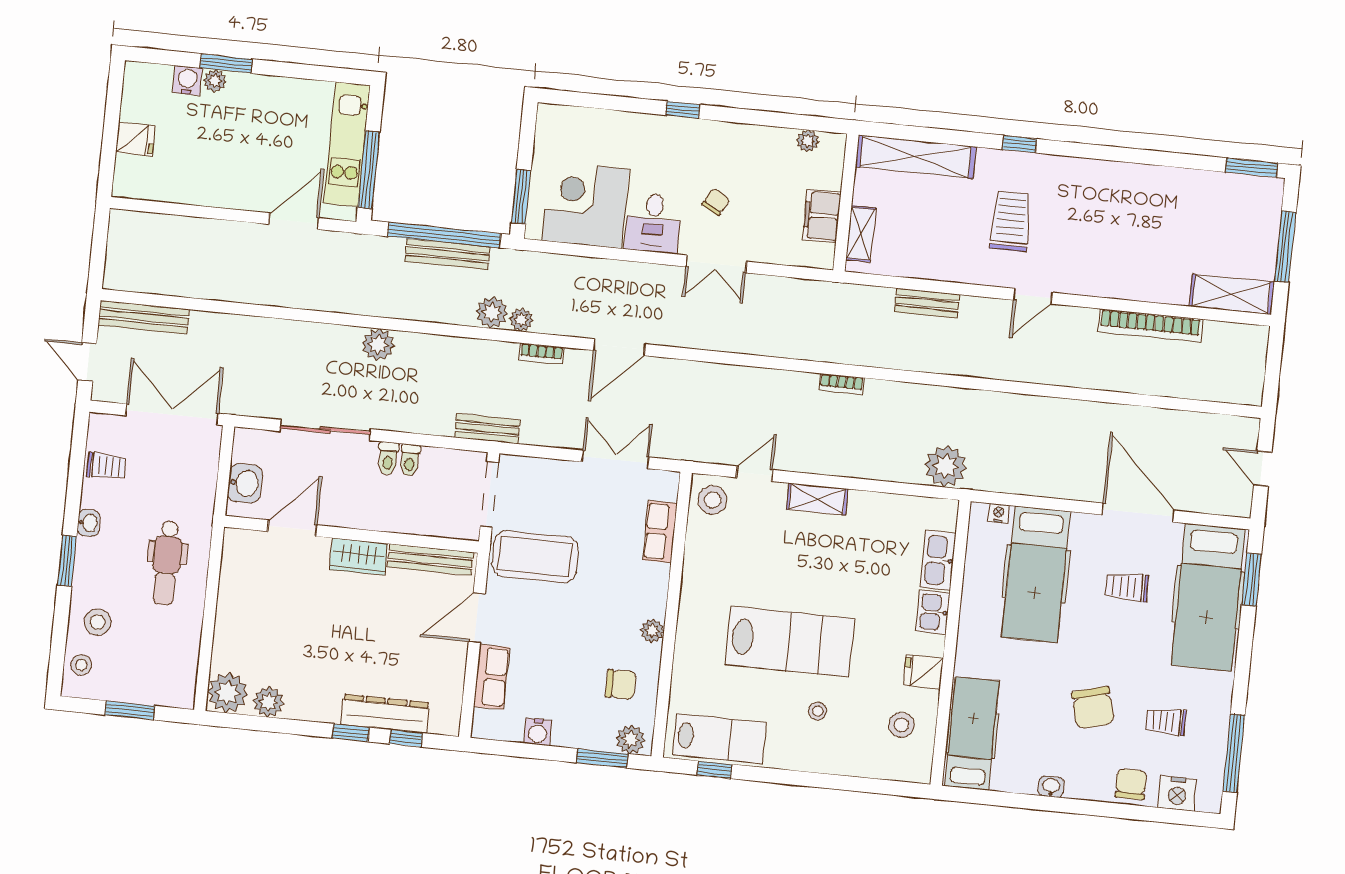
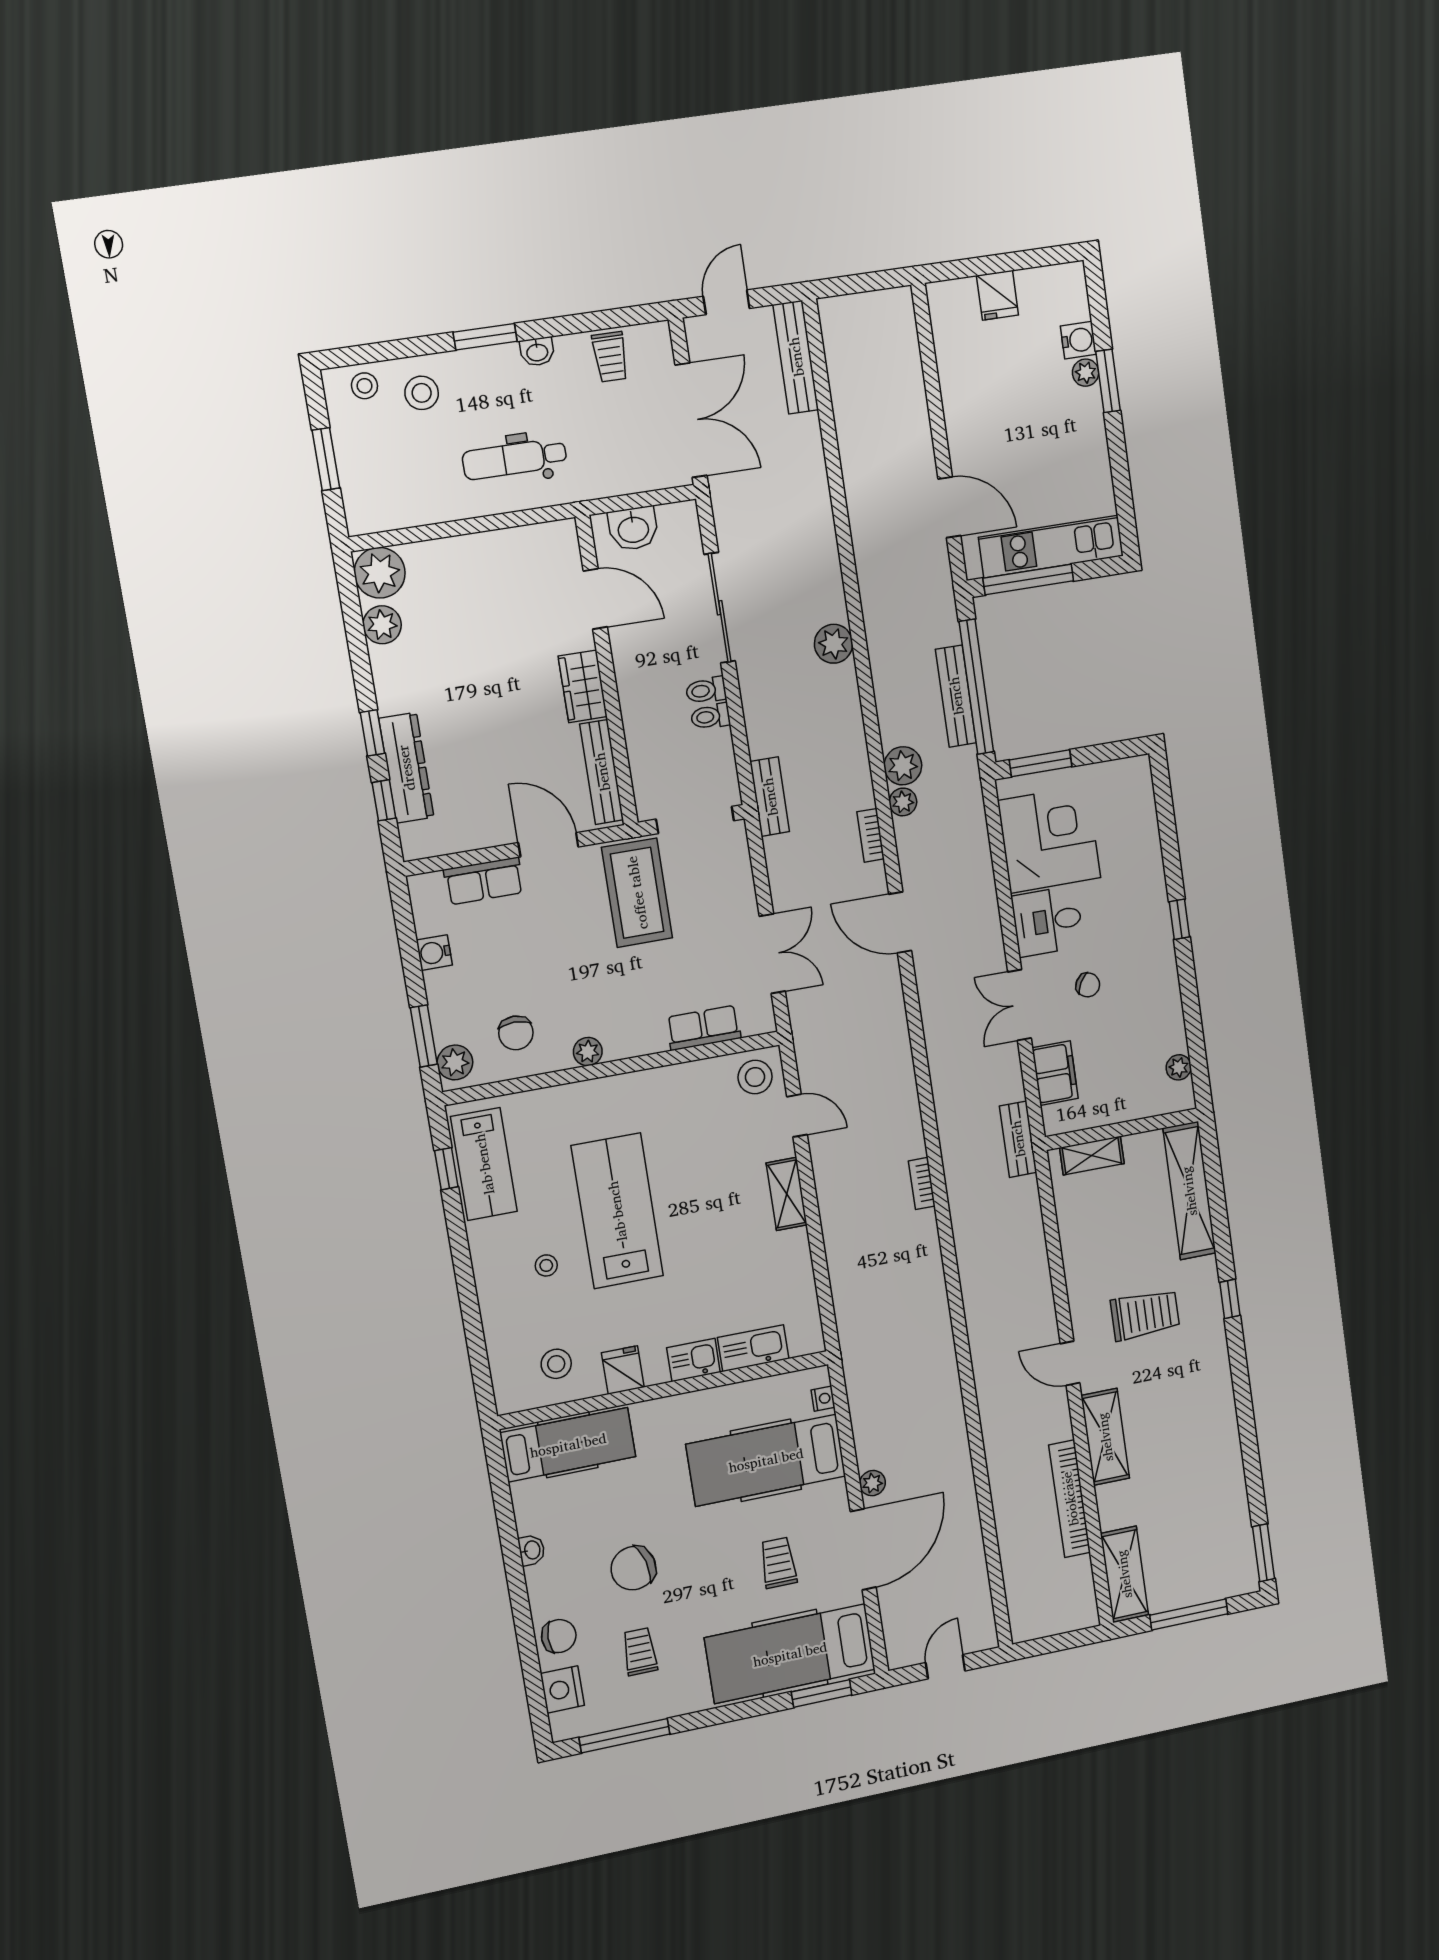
filing cabinet: (822, 216) -> (1055, 1073), moved, turned 90
shelving: (1106, 281) -> (1105, 1437), added
bench: (927, 303) -> (1018, 1139), moved
plant: (946, 466) -> (872, 1483), moved, width x0.53, depth x0.53
lab bench: (790, 642) -> (617, 1211), turned 180

